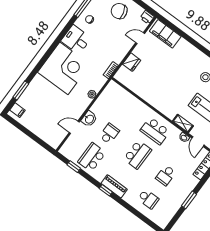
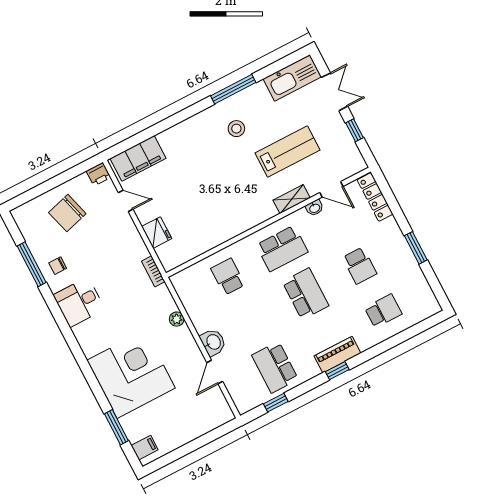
door: (140, 38) -> (126, 201), swing flipped
corner desk: (64, 68) -> (131, 374), moved
school desk: (109, 134) -> (228, 277), moved

